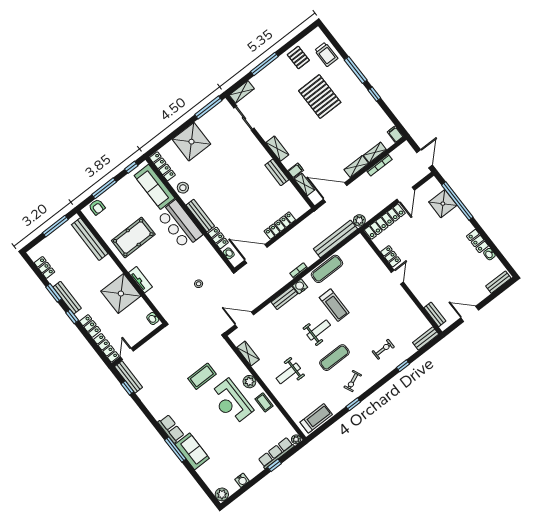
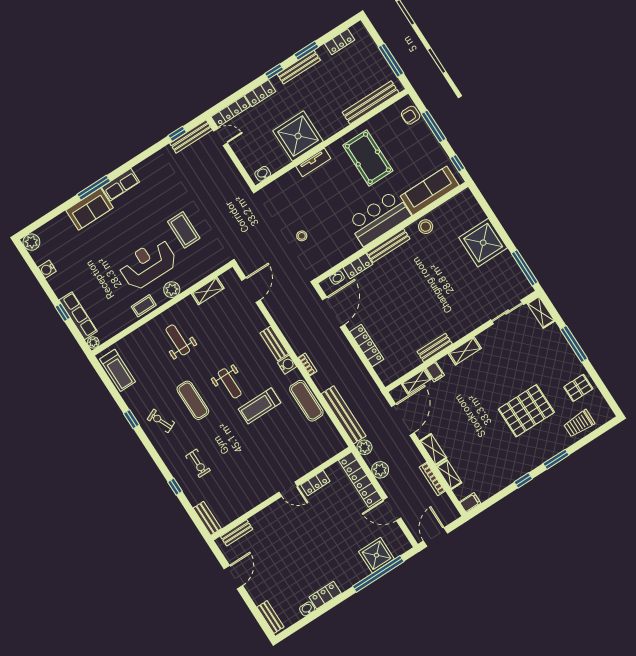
window: (356, 70) -> (556, 459), width x0.69
door: (425, 159) -> (435, 537), swing flipped
locker: (162, 166) -> (455, 203), removed
plant: (376, 207) -> (380, 470), added

